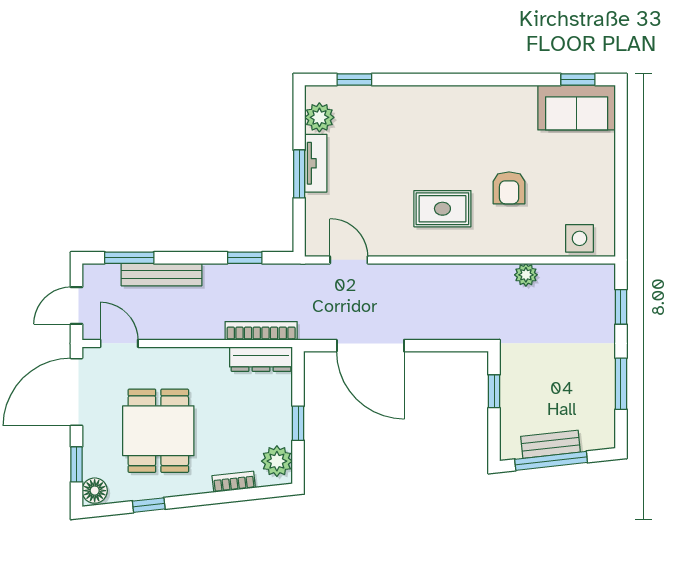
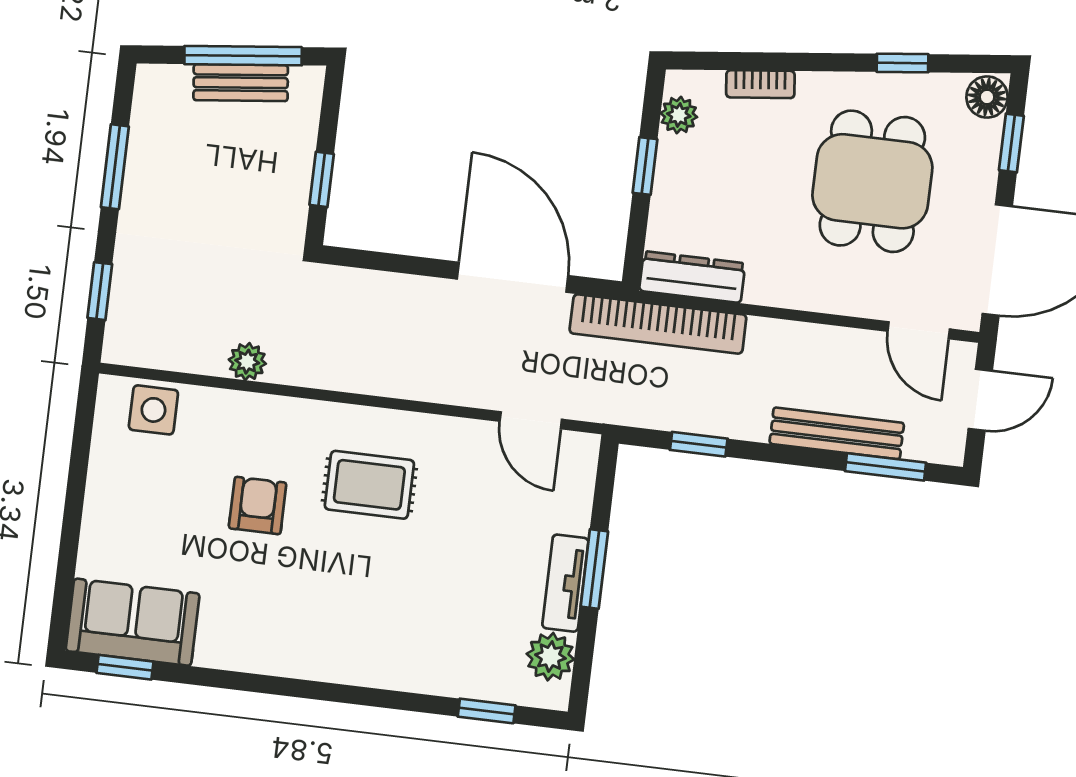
bookcase: (261, 331) -> (658, 324), width x1.48, depth x1.31
plant: (277, 461) -> (679, 115), width x0.73, depth x0.73

